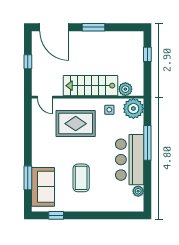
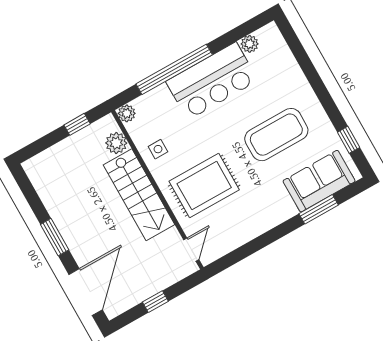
window: (147, 54) -> (77, 124), moved
plant: (133, 109) -> (127, 113), width x0.53, depth x0.53
rug: (76, 124) -> (204, 186), turned 90
window: (147, 143) -> (174, 69), width x1.46
coffee table: (81, 178) -> (276, 135), width x1.36, depth x1.32

